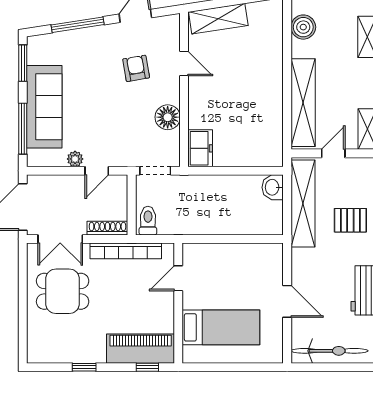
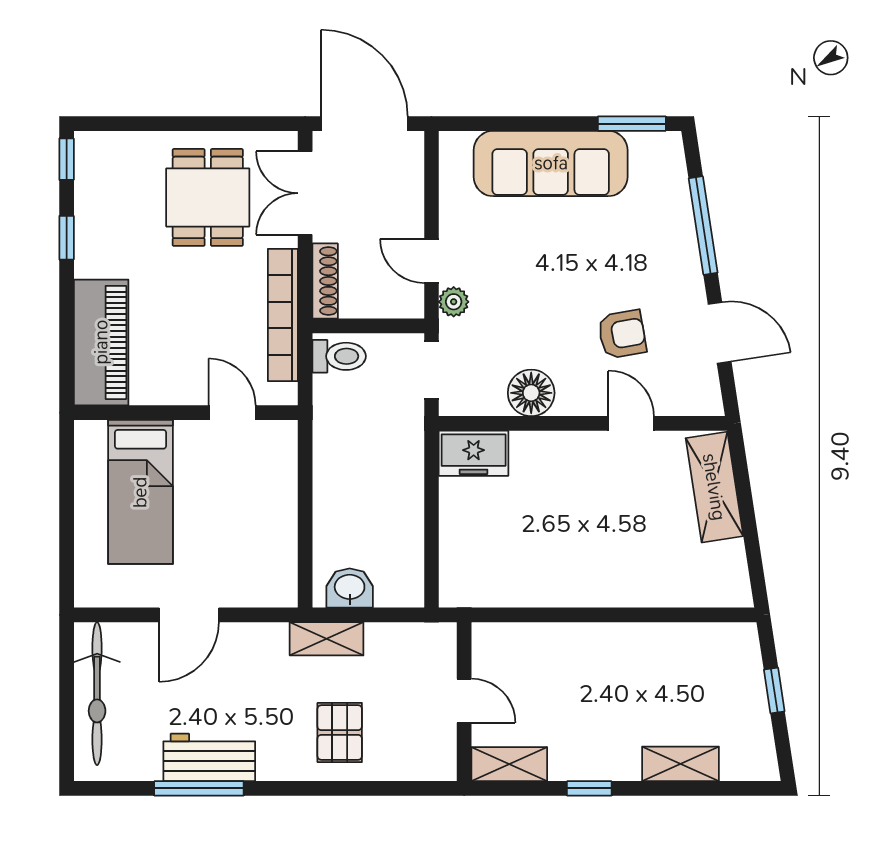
boiler: (303, 27) -> (699, 645), removed
door: (184, 64) -> (631, 423), swing flipped
shelving: (303, 103) -> (558, 645), removed
window: (23, 129) -> (510, 124), removed
plant: (75, 159) -> (454, 302), moved
washbasin: (273, 187) -> (350, 588), moved
shelving: (303, 203) -> (327, 639), width x0.45, depth x0.75
window: (147, 367) -> (67, 159), moved

